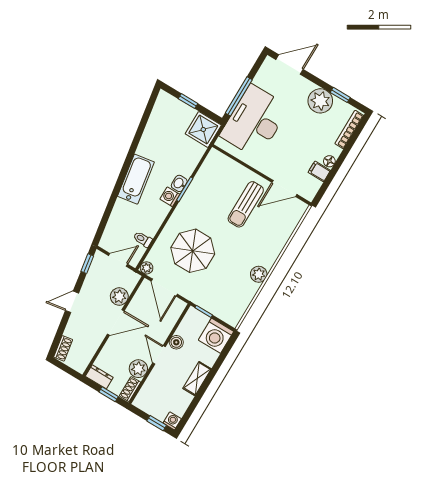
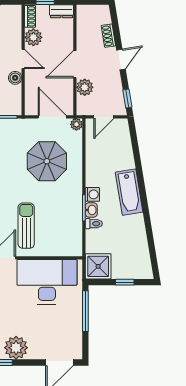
desk: (255, 121) -> (47, 282), moved, turned -90
toilet: (143, 239) -> (94, 224), moved
shoe rack: (63, 348) -> (108, 36), moved

